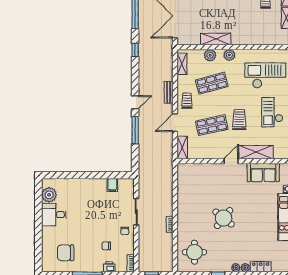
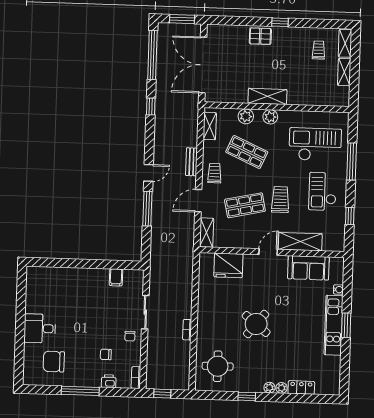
shelving: (216, 39) -> (267, 96), moved
shop shelf: (212, 83) -> (247, 152), turned 39
fridge: (200, 173) -> (228, 265), added
plant: (49, 195) -> (35, 287), removed
desk: (54, 215) -> (40, 328), moved

